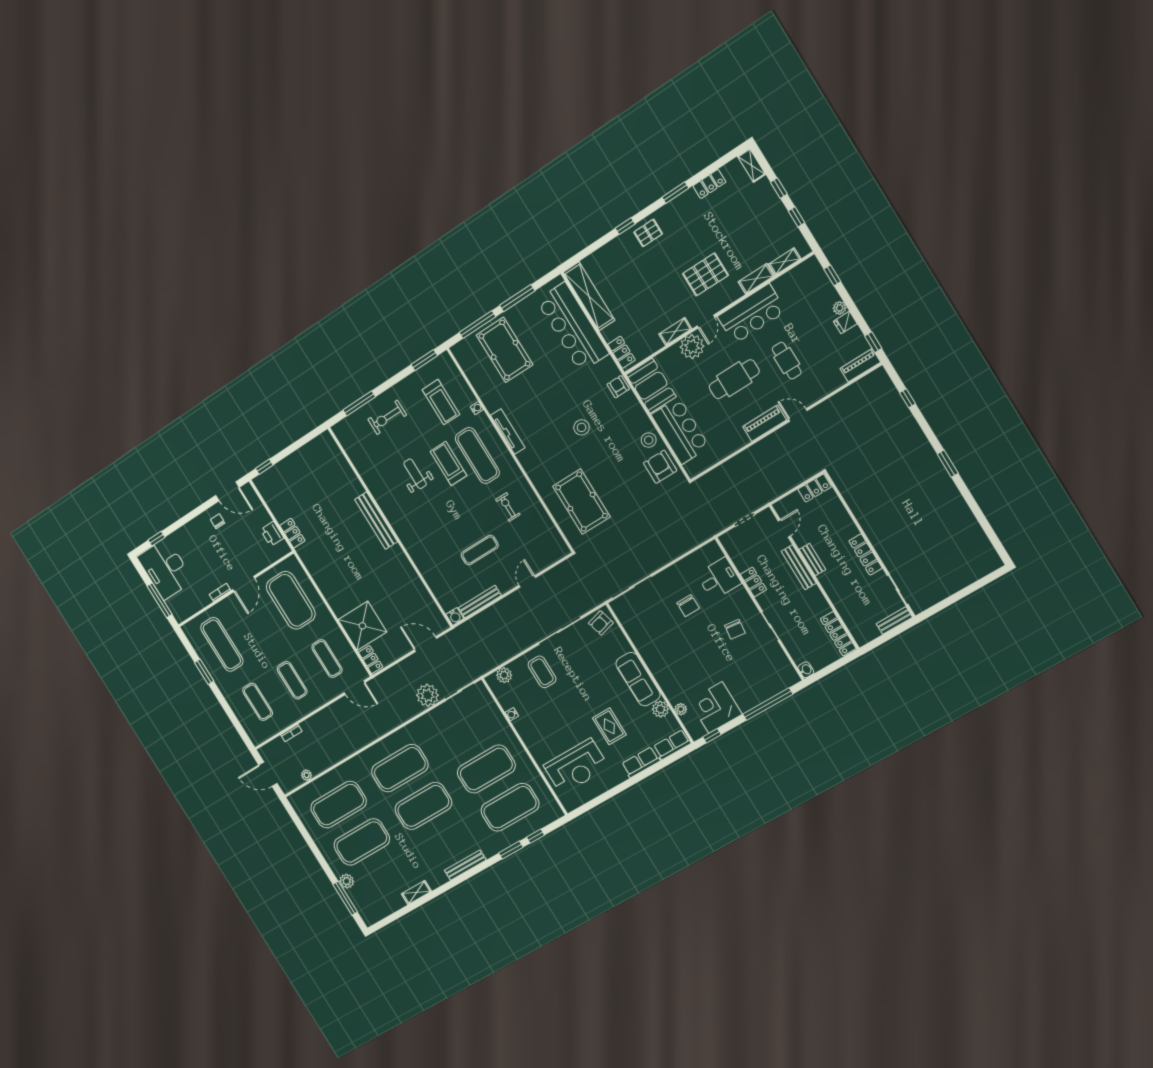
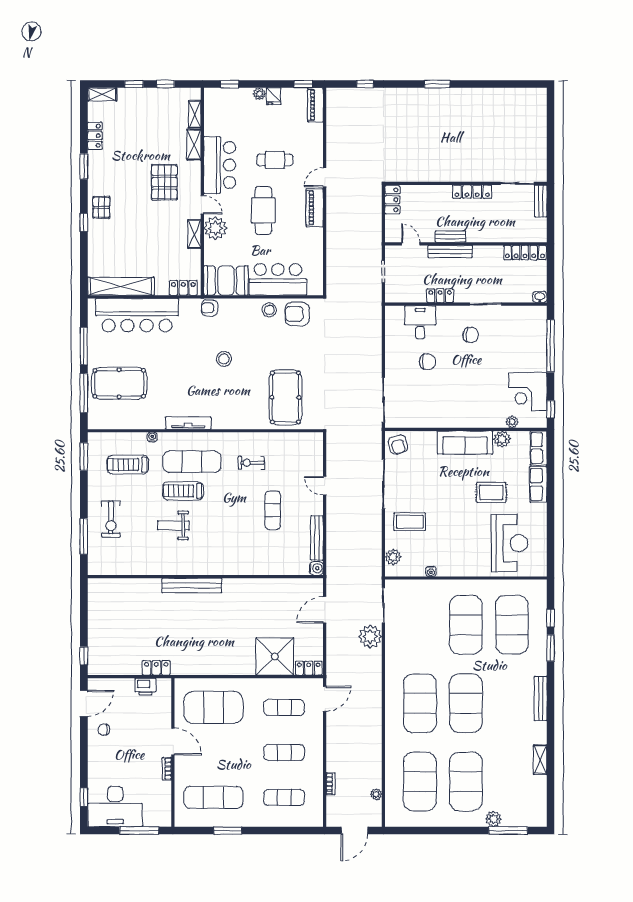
treadmill: (441, 402) -> (128, 465), turned 180
pool table: (581, 502) -> (285, 397), turned 90

